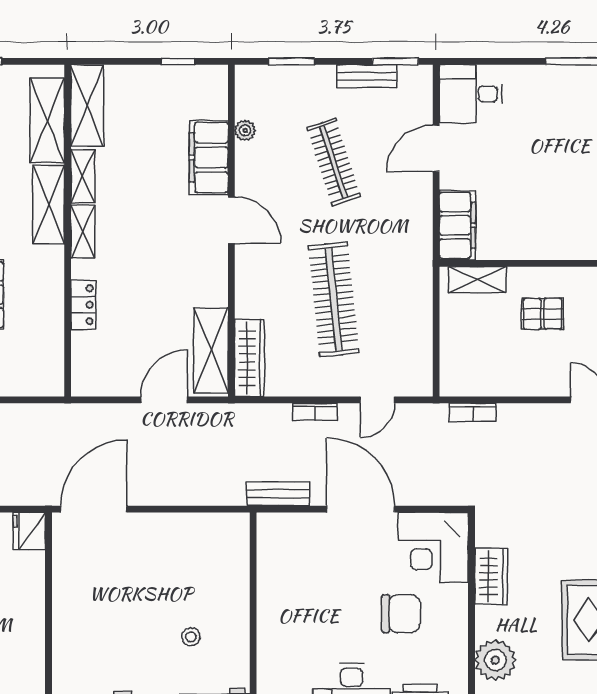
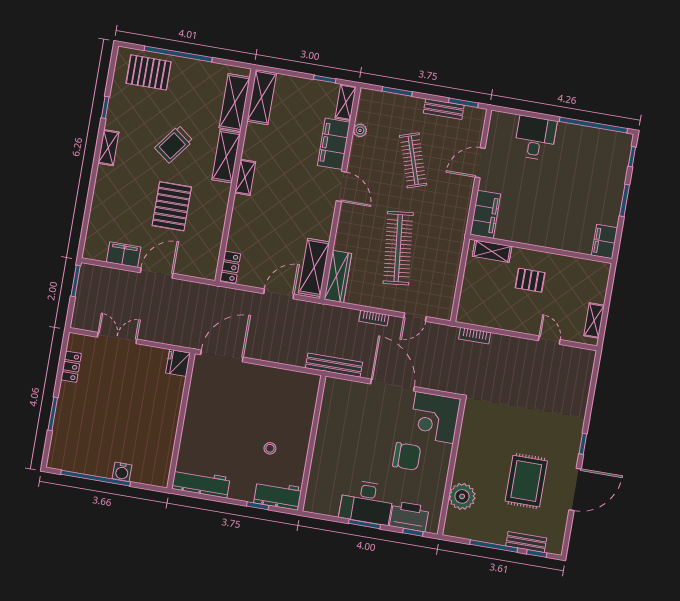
desk: (471, 94) -> (535, 138), moved, turned 90
shelving: (83, 176) -> (346, 102), moved
locker: (83, 305) -> (230, 267), moved
bench: (278, 494) -> (334, 365), width x1.36
wardrobe: (491, 576) -> (468, 442), removed

